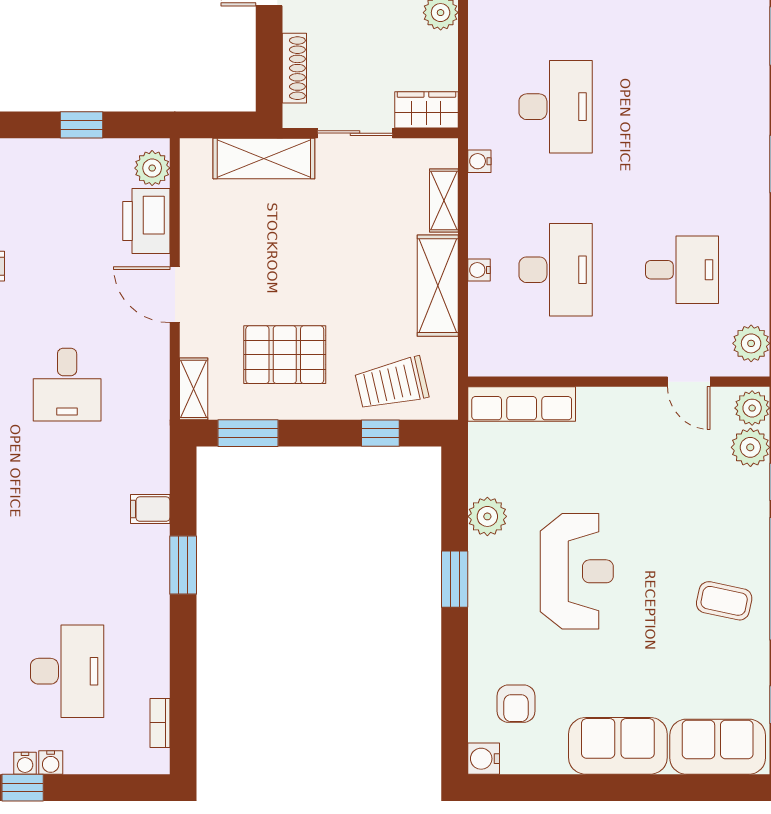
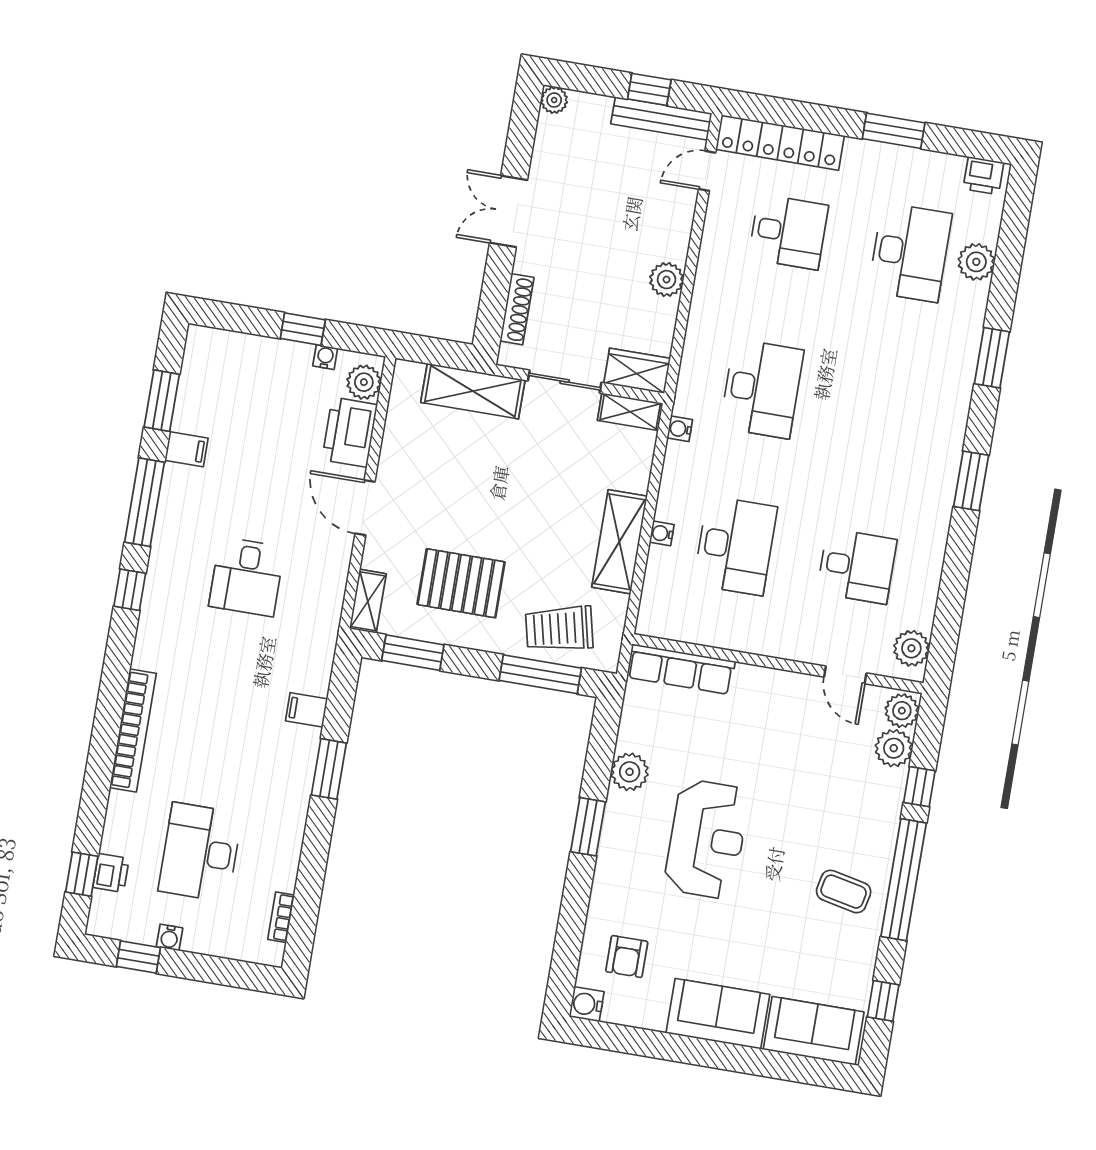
shelving: (444, 201) -> (630, 412), moved, turned 90
window: (380, 433) -> (540, 674), width x2.17
desk: (67, 671) -> (200, 852), turned 180
water cooler: (25, 763) -> (325, 357), moved, turned 180

